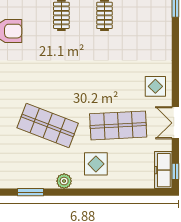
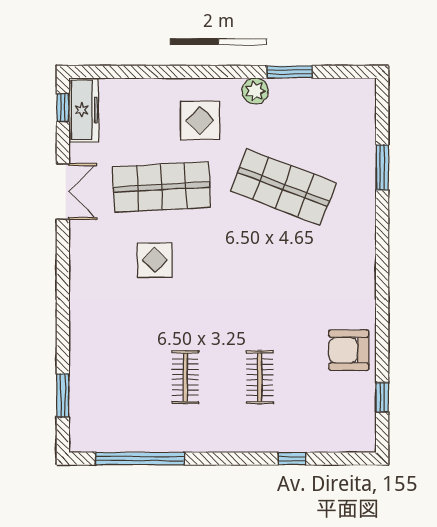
display table: (155, 86) -> (155, 260), moved
window: (31, 192) -> (290, 72), moved

